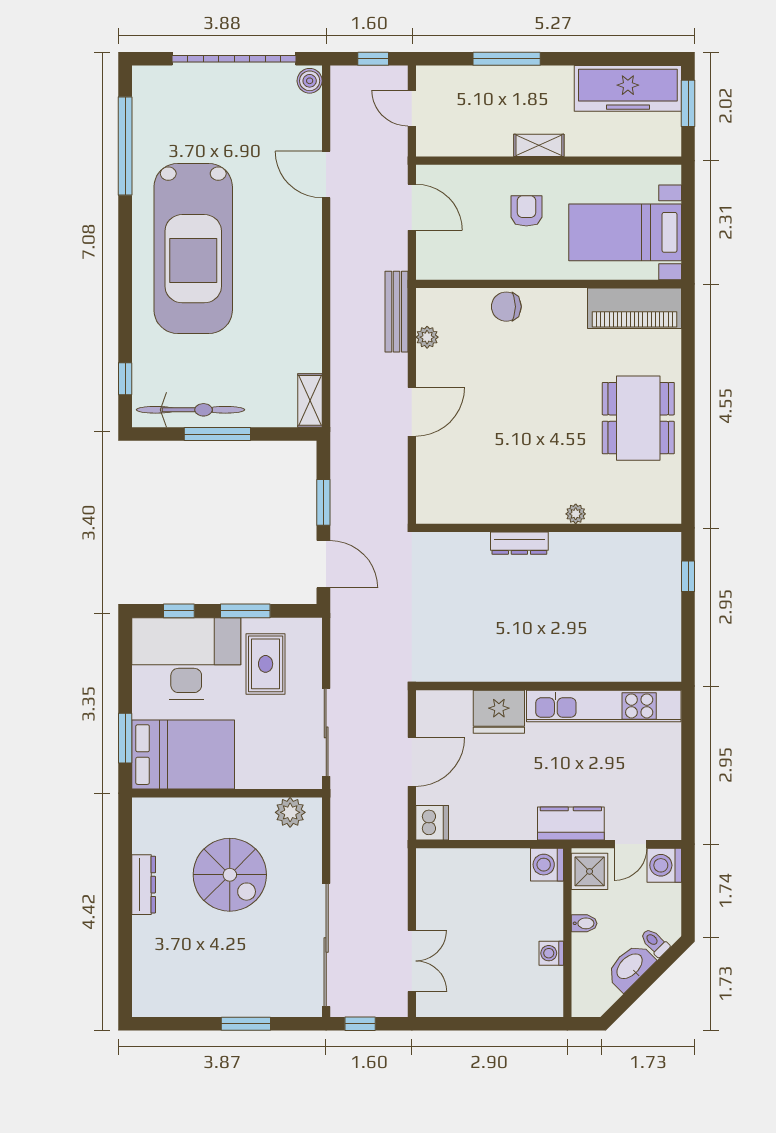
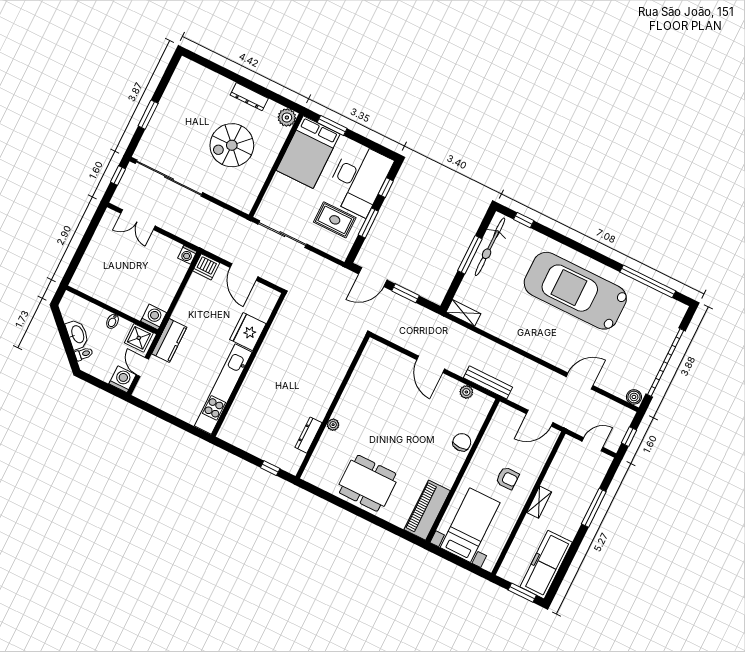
dresser: (519, 543) -> (308, 435), moved
plant: (290, 812) -> (287, 117), moved
washing machine: (551, 953) -> (187, 255), moved, turned 180

